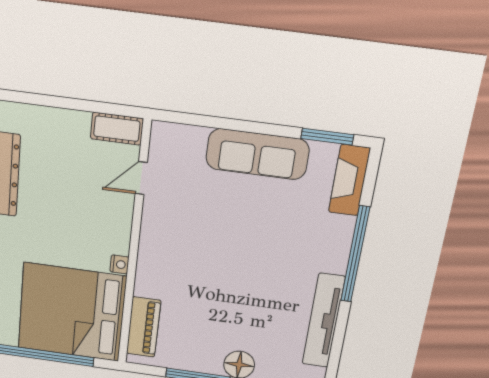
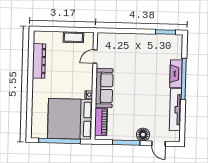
cot: (117, 129) -> (73, 37), moved
sofa: (257, 154) -> (104, 88), moved, turned -90
fireplace: (349, 180) -> (176, 74), moved

